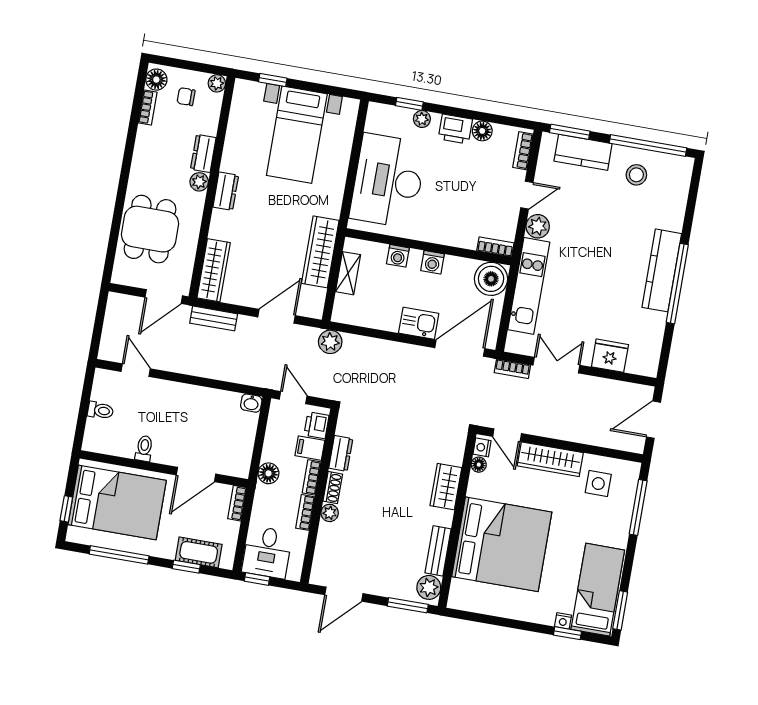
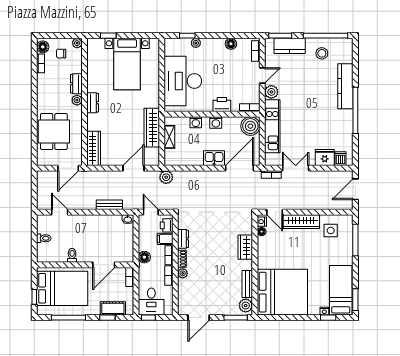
printer: (455, 129) -> (222, 104), moved, turned 180
kitchen counter: (662, 270) -> (345, 86), moved
bench: (214, 318) -> (109, 205), moved
dishwasher: (637, 362) -> (341, 159), added
bed: (502, 544) -> (282, 292), moved

